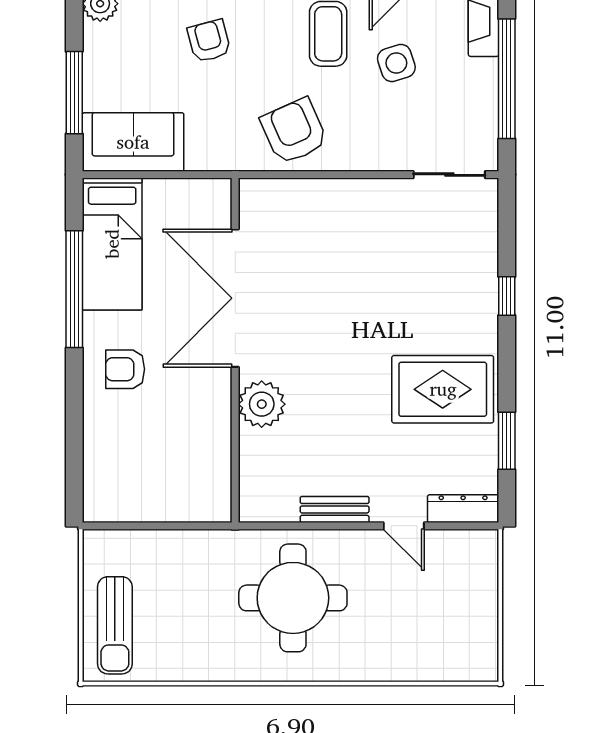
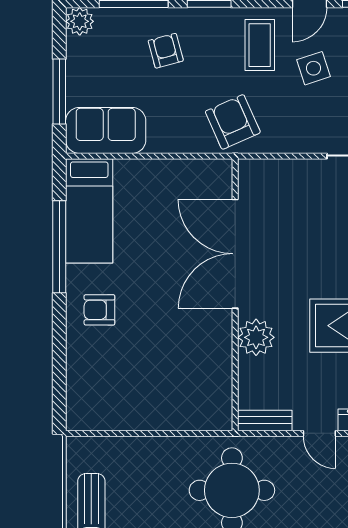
double door: (235, 298) -> (235, 254), moved
wall: (235, 350) -> (235, 295), moved
plant: (262, 404) -> (256, 337), moved

